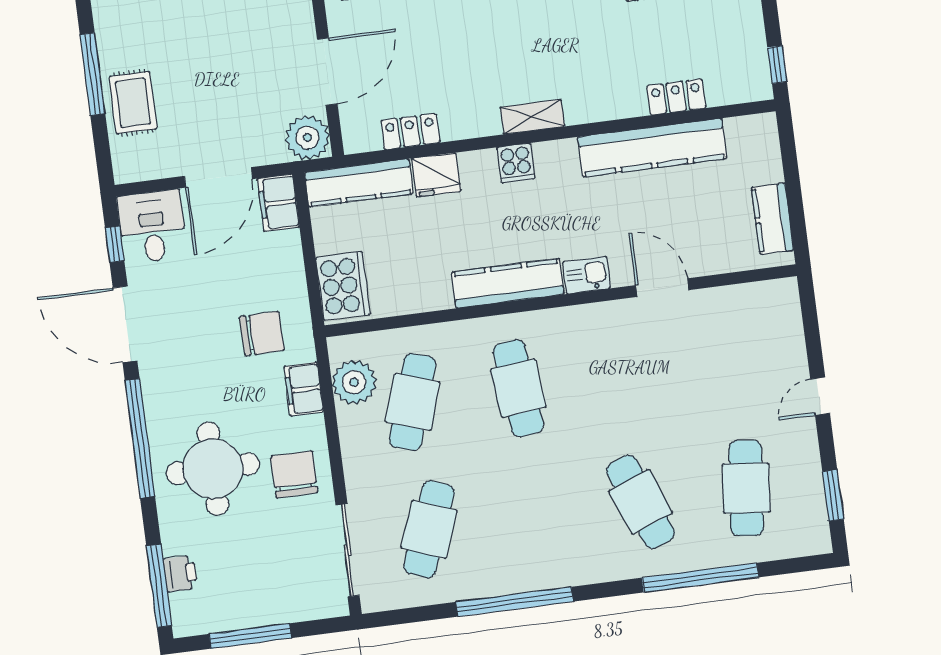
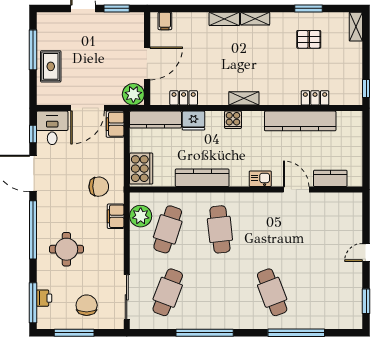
kitchen counter: (772, 219) -> (330, 178), moved, turned 90
kitchen counter: (508, 283) -> (202, 178), moved
round table: (213, 469) -> (66, 249), width x0.73, depth x0.73
chair: (294, 474) -> (87, 305), moved
cafe table: (746, 488) -> (324, 292), removed

